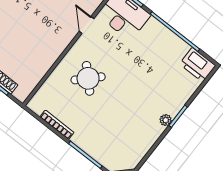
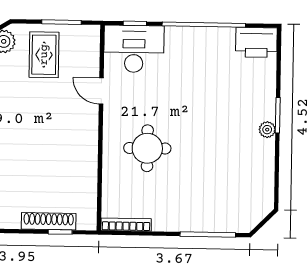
round table: (88, 78) -> (147, 148), turned 45
bookcase: (57, 125) -> (126, 225), moved

